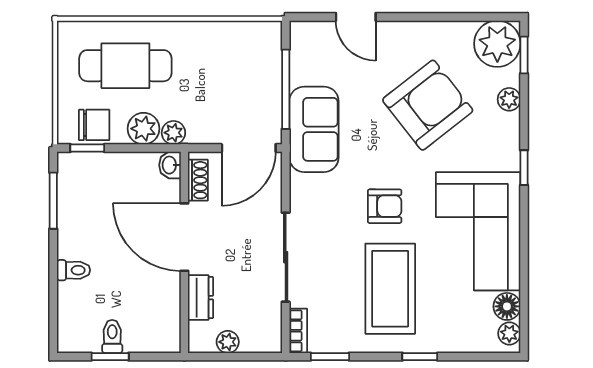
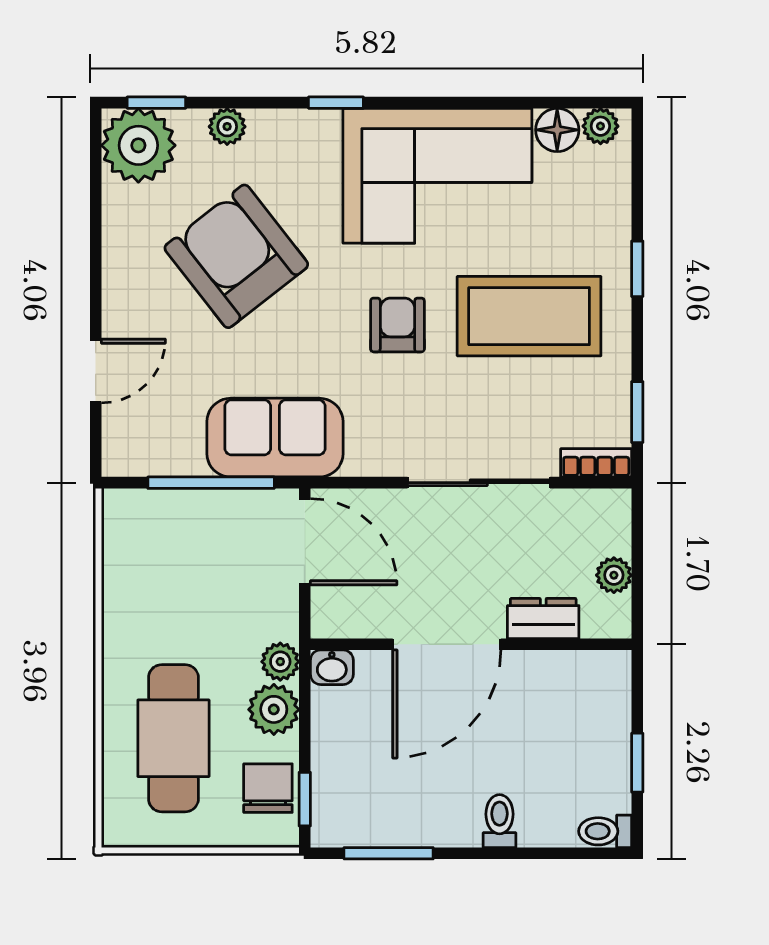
shoe rack: (198, 180) -> (356, 623), removed
toilet: (112, 336) -> (605, 831), moved

